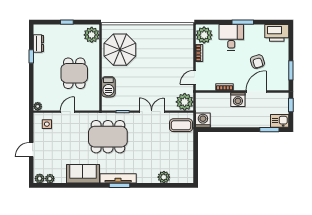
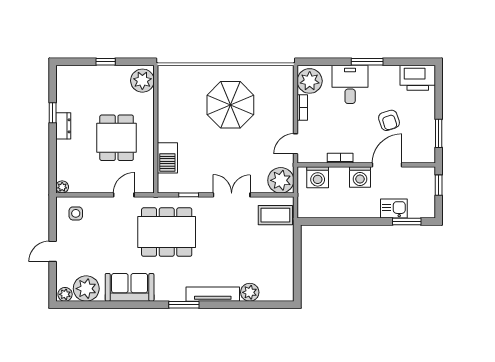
dresser: (38, 44) -> (63, 126), moved
parasol: (120, 50) -> (230, 105), moved
door: (67, 112) -> (124, 195), moved
washing machine: (203, 120) -> (318, 177), moved, turned 180
kitchen sink: (280, 121) -> (394, 209), moved
tv unit: (118, 178) -> (213, 294), moved
plant: (50, 179) -> (86, 289), width x1.88, depth x1.88

